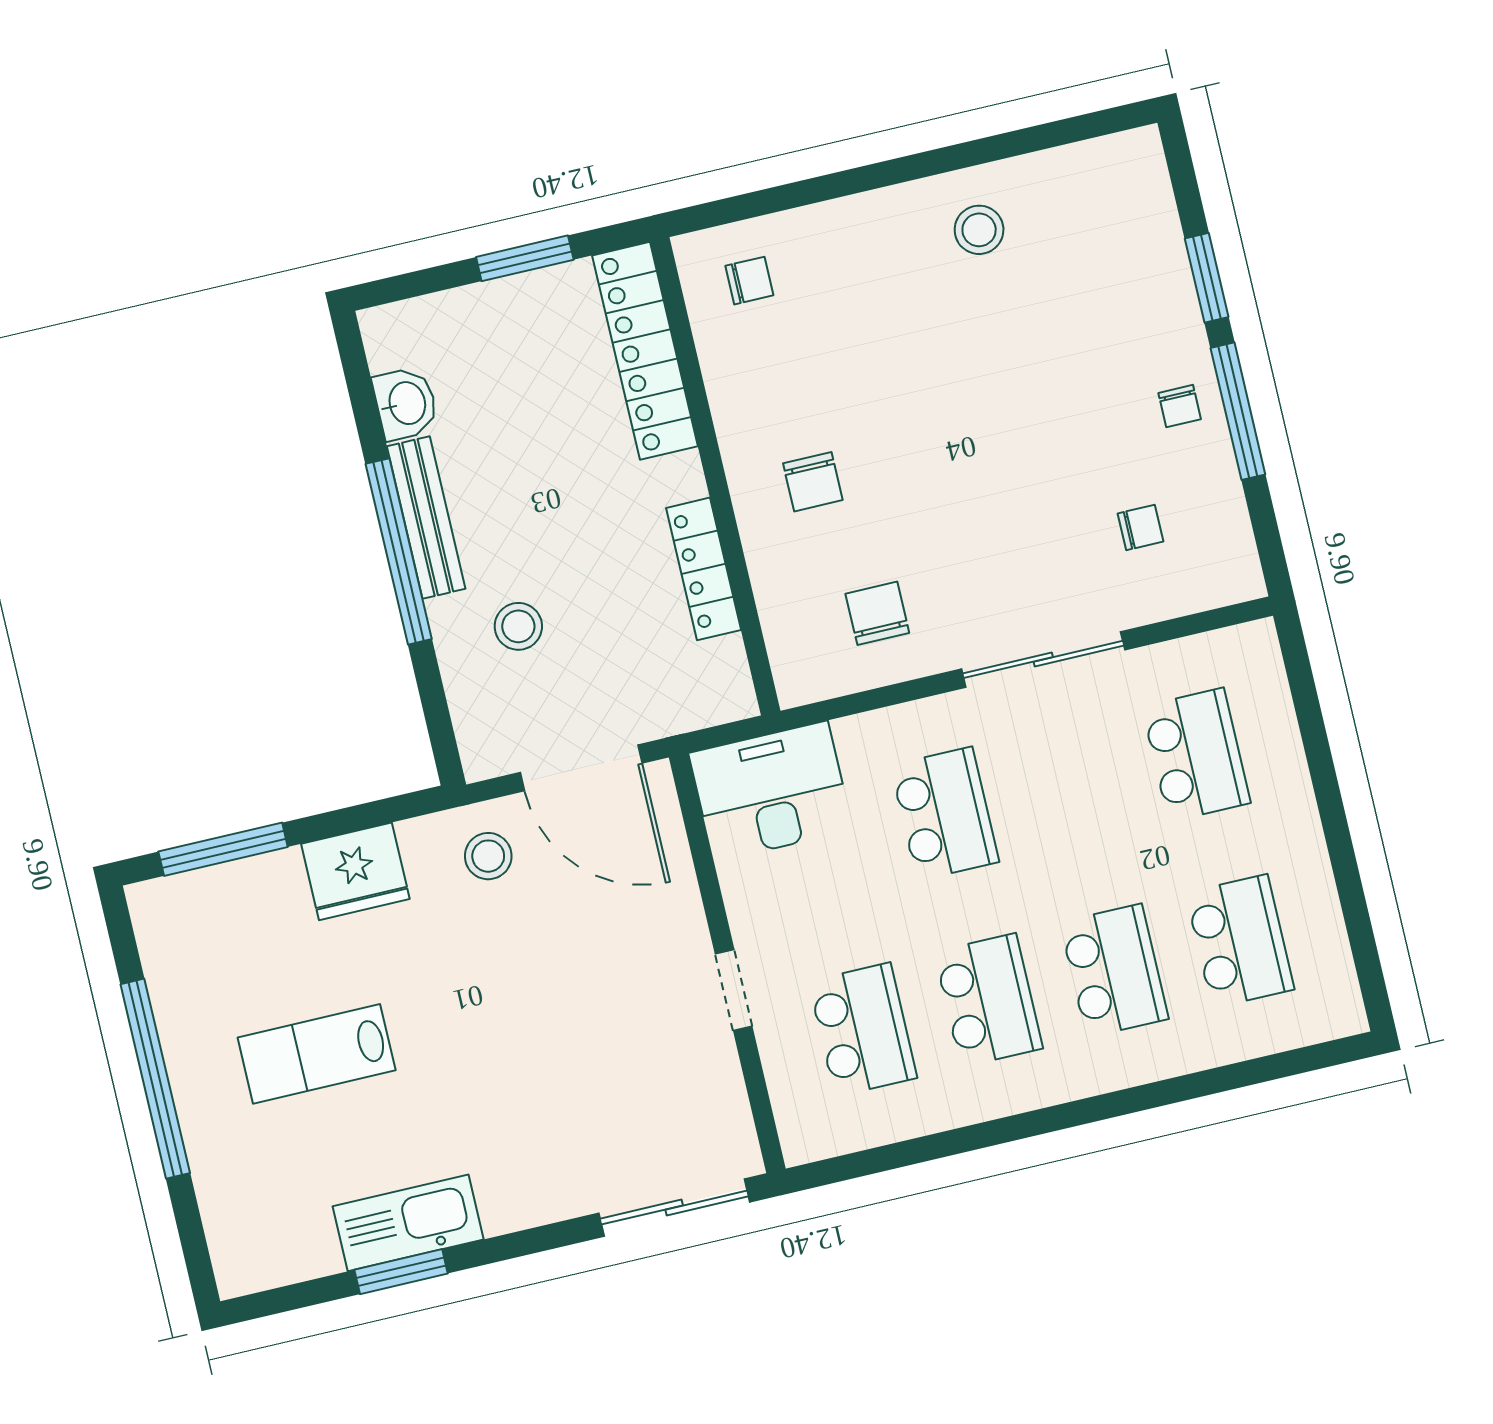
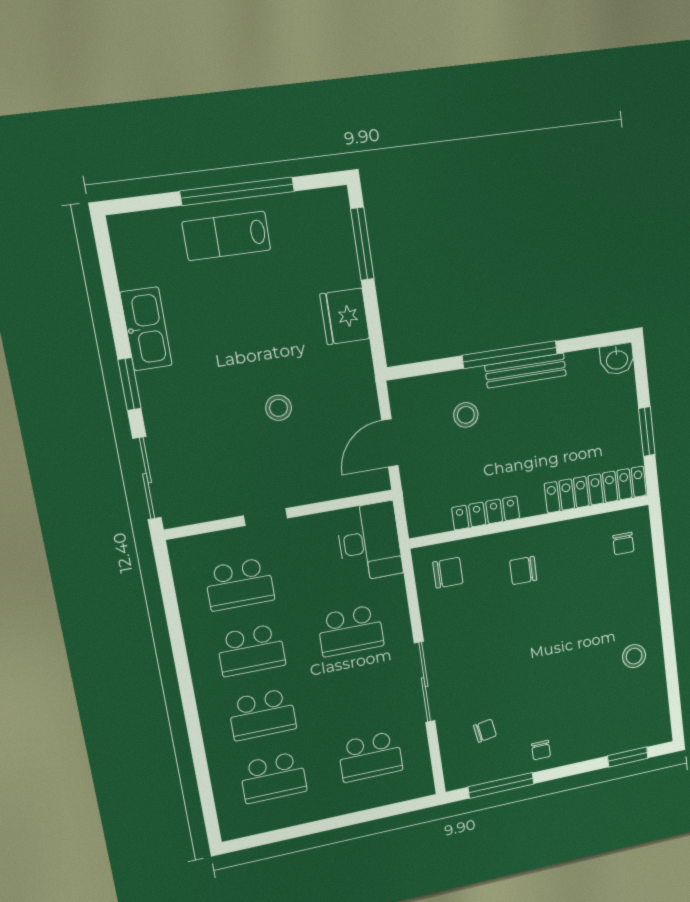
window: (1207, 278) -> (628, 757), moved
washbasin: (406, 403) -> (617, 359), moved
chair: (1180, 406) -> (541, 750), turned -90
window: (1238, 411) -> (501, 785), moved
chair: (1140, 527) -> (485, 731), turned -99
chair: (877, 613) -> (448, 573), moved
door: (581, 768) -> (390, 443), width x0.73
stool: (488, 856) -> (279, 408), moved
lab bench: (317, 1054) -> (227, 236), moved, turned -90
window: (401, 1272) -> (130, 384), moved

